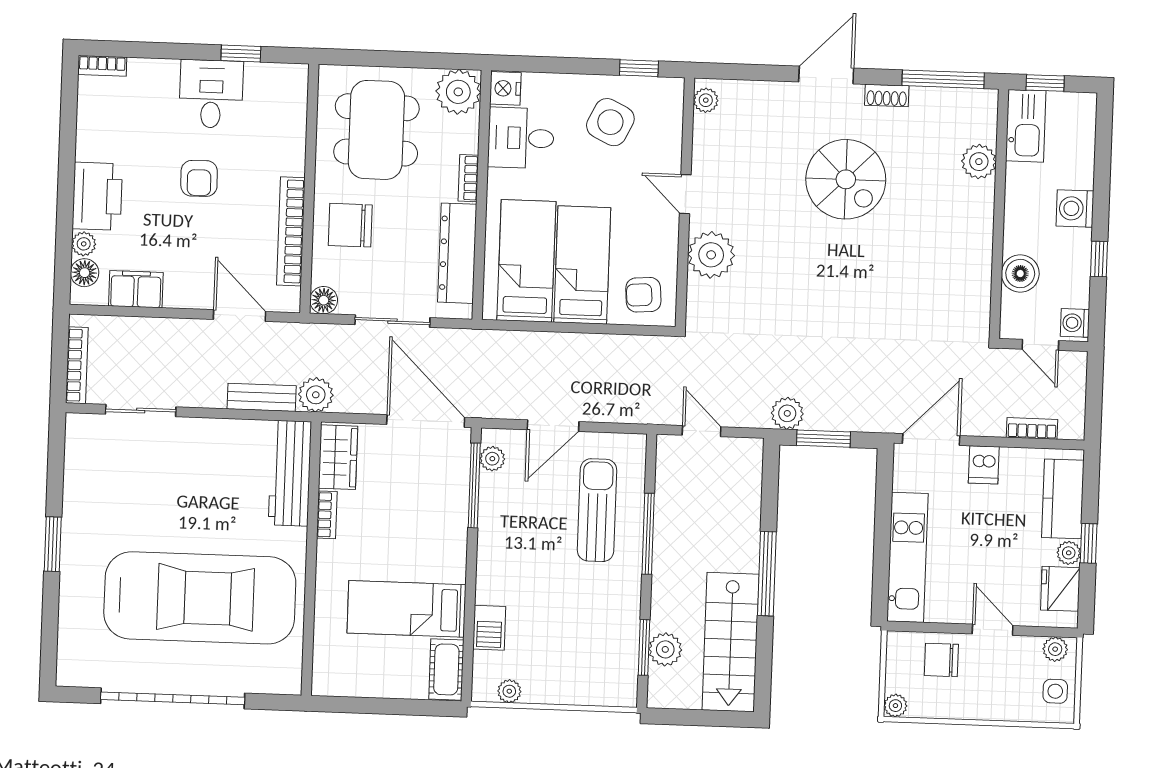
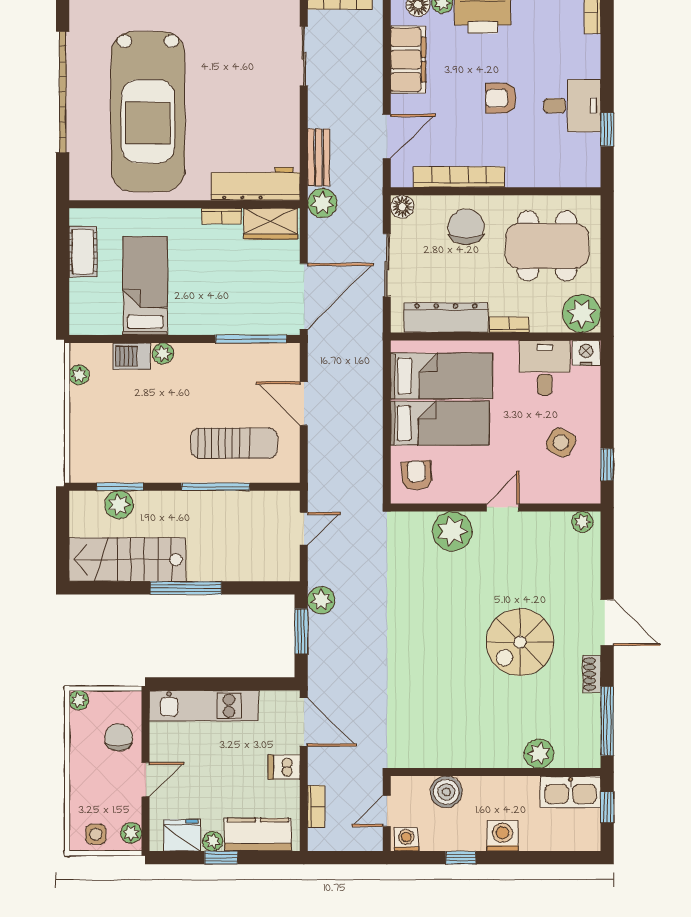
side table: (610, 122) -> (561, 442), width x0.73, depth x0.73
filing cabinet: (136, 289) -> (408, 60), width x1.50, depth x1.17
plant: (492, 459) -> (163, 353), moved
cot: (446, 669) -> (83, 252), moved, turned 90

